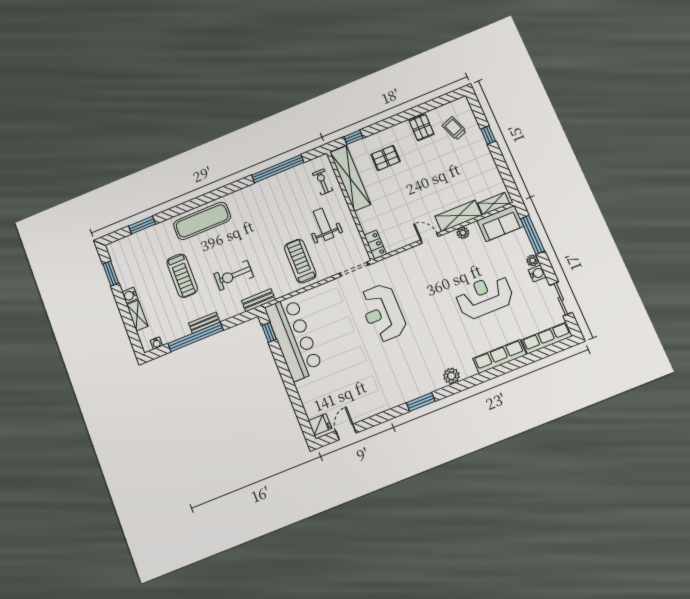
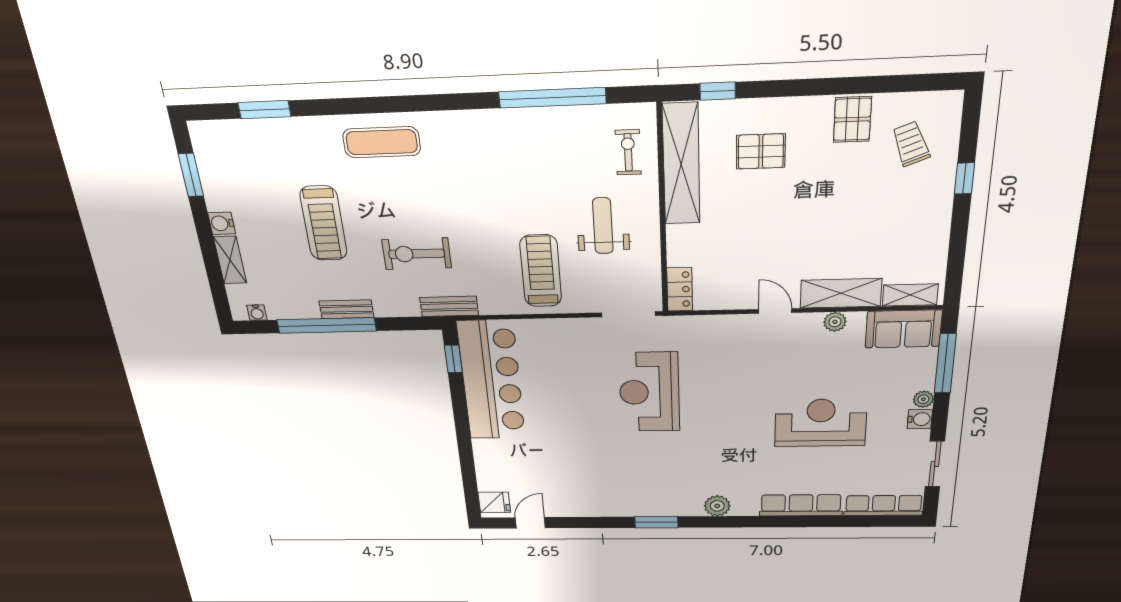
exercise mat: (202, 221) -> (382, 142), width x0.73, depth x0.69

